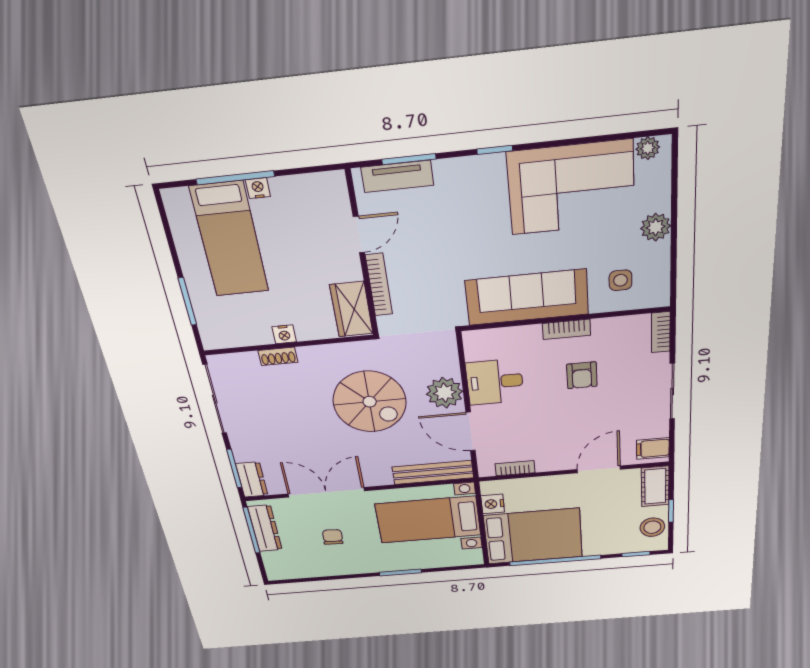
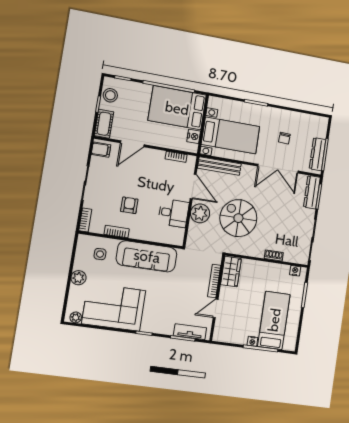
bookcase: (566, 329) -> (117, 232), moved
nightstand: (284, 334) -> (295, 271), moved
dresser: (252, 480) -> (312, 192), width x1.44

